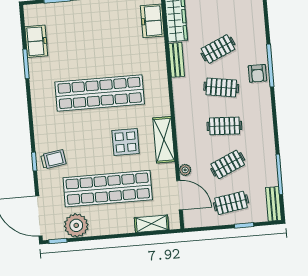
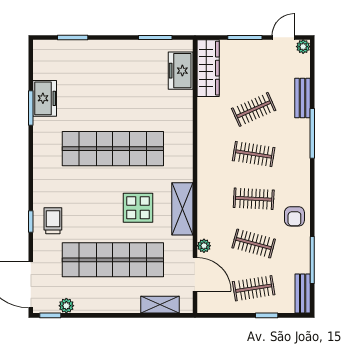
freezer: (36, 41) -> (45, 98), moved
bench: (177, 60) -> (303, 98), moved
armchair: (257, 73) -> (294, 216), moved
trolley: (53, 159) -> (53, 221), turned -81
clothes rail: (228, 164) -> (254, 243), turned 39
plant: (76, 225) -> (66, 306), width x0.53, depth x0.53

